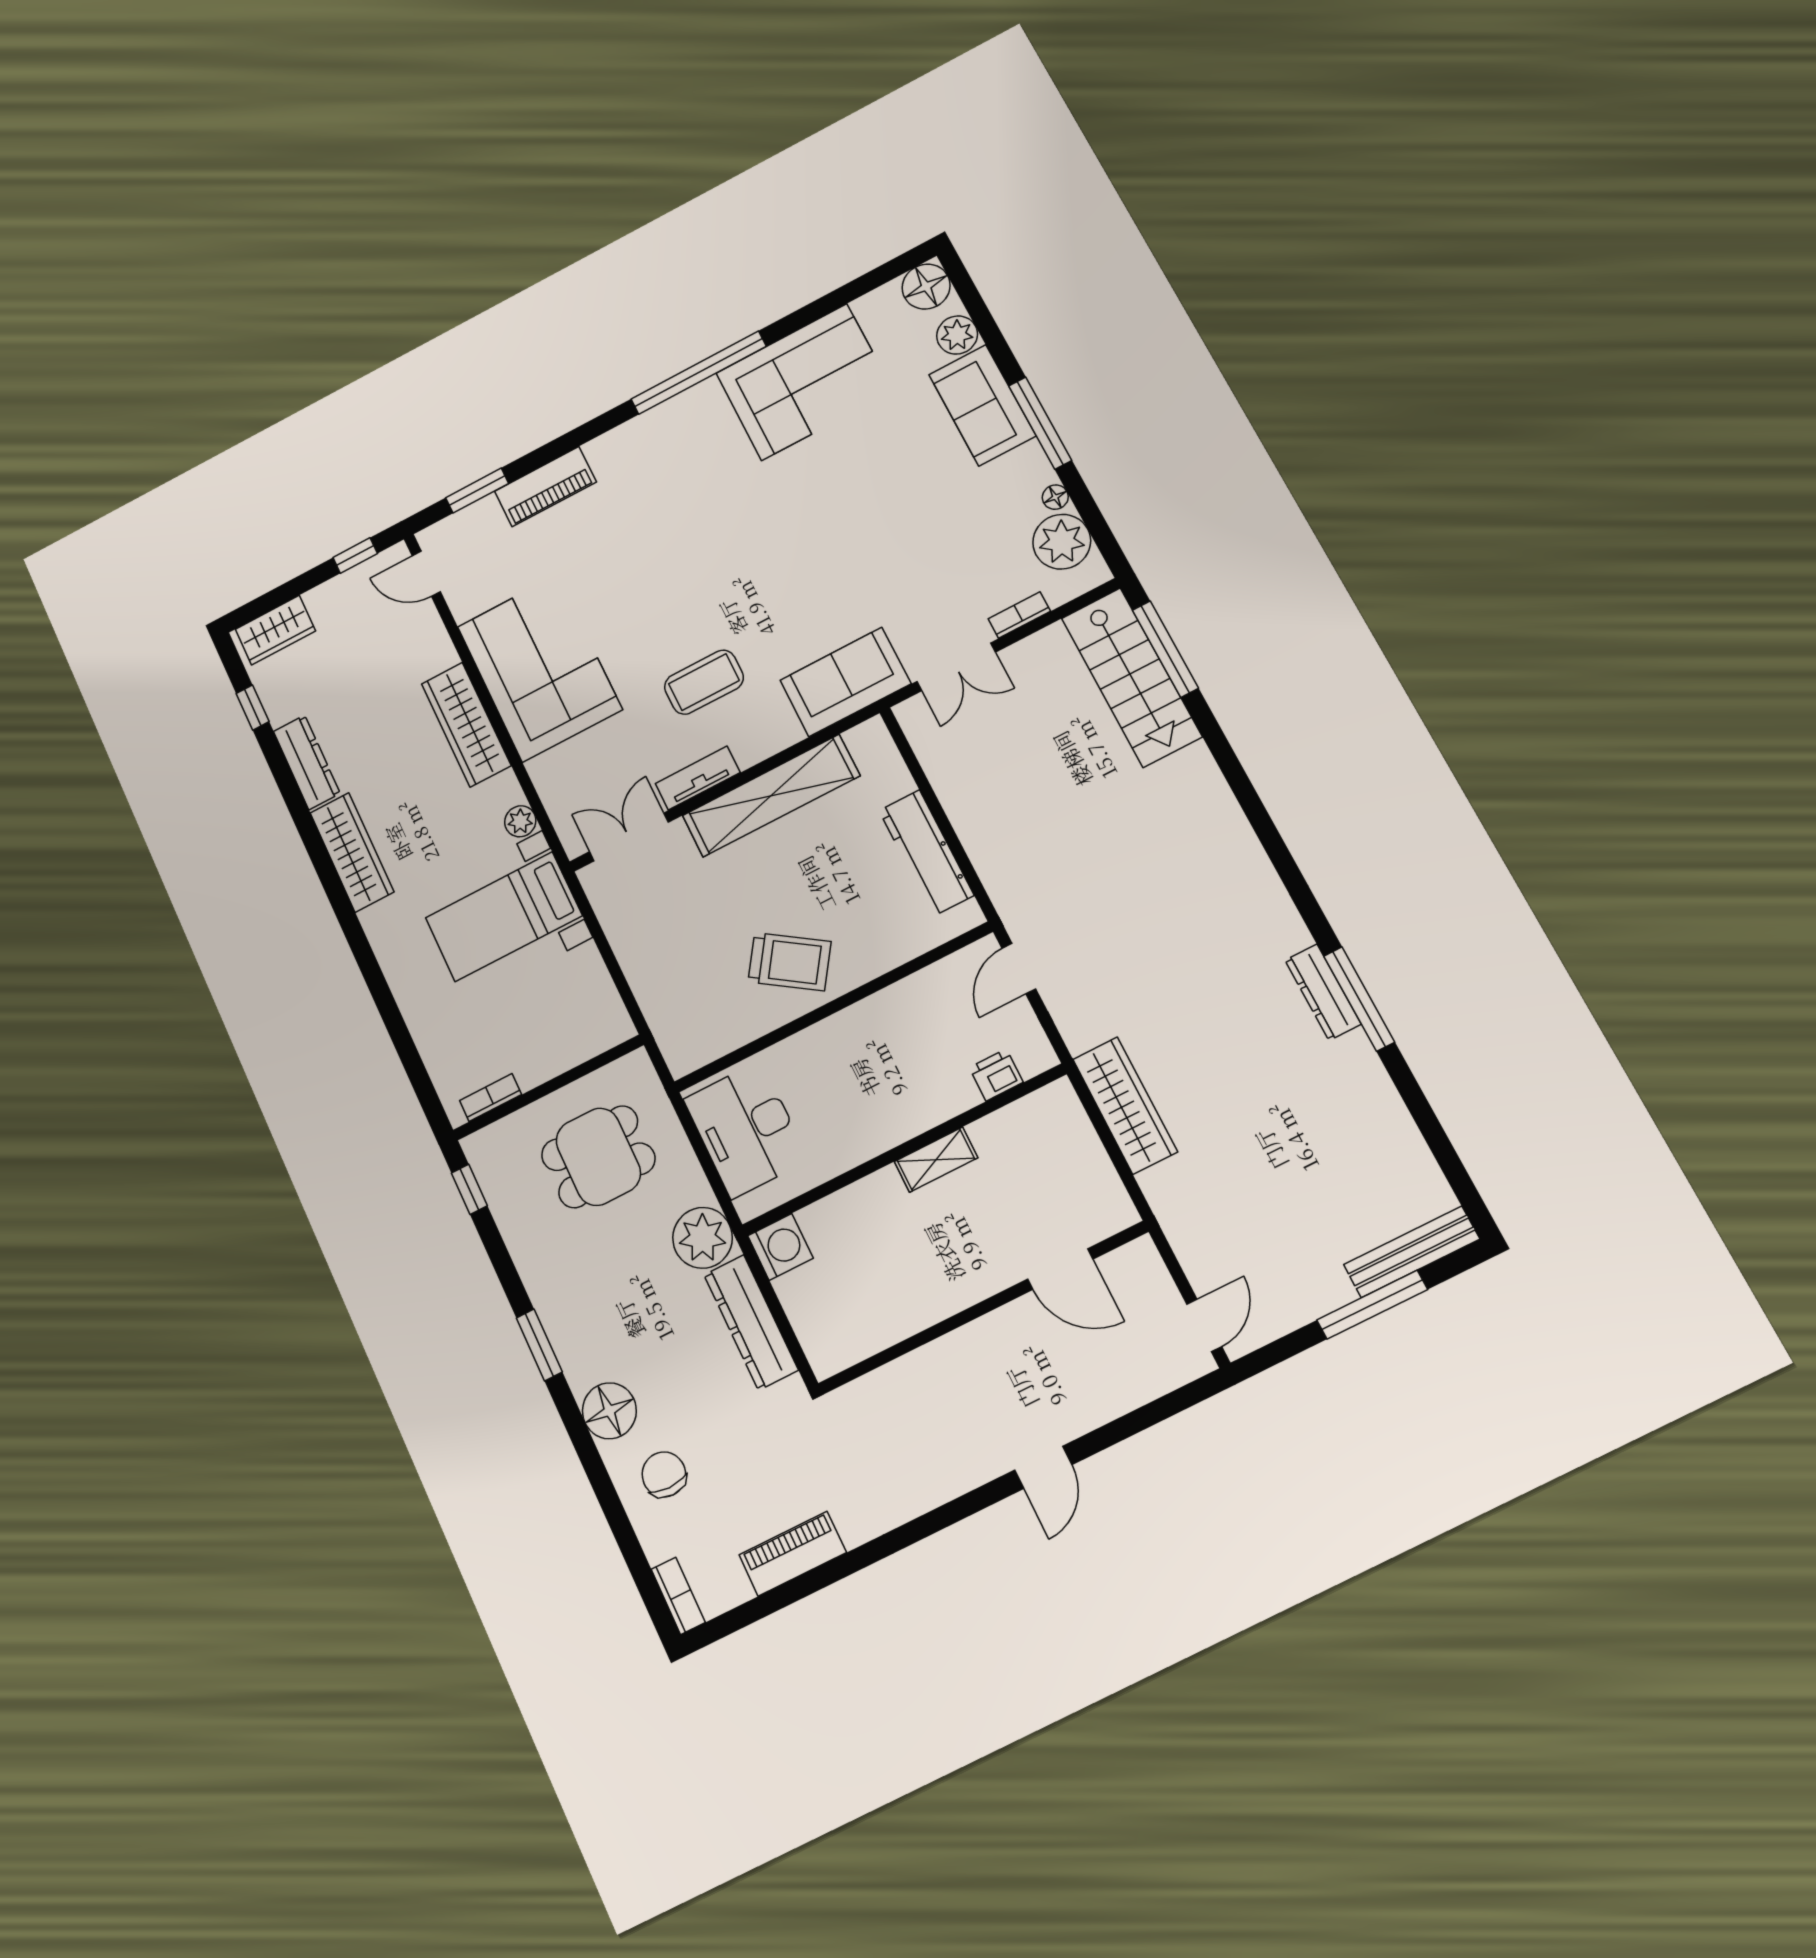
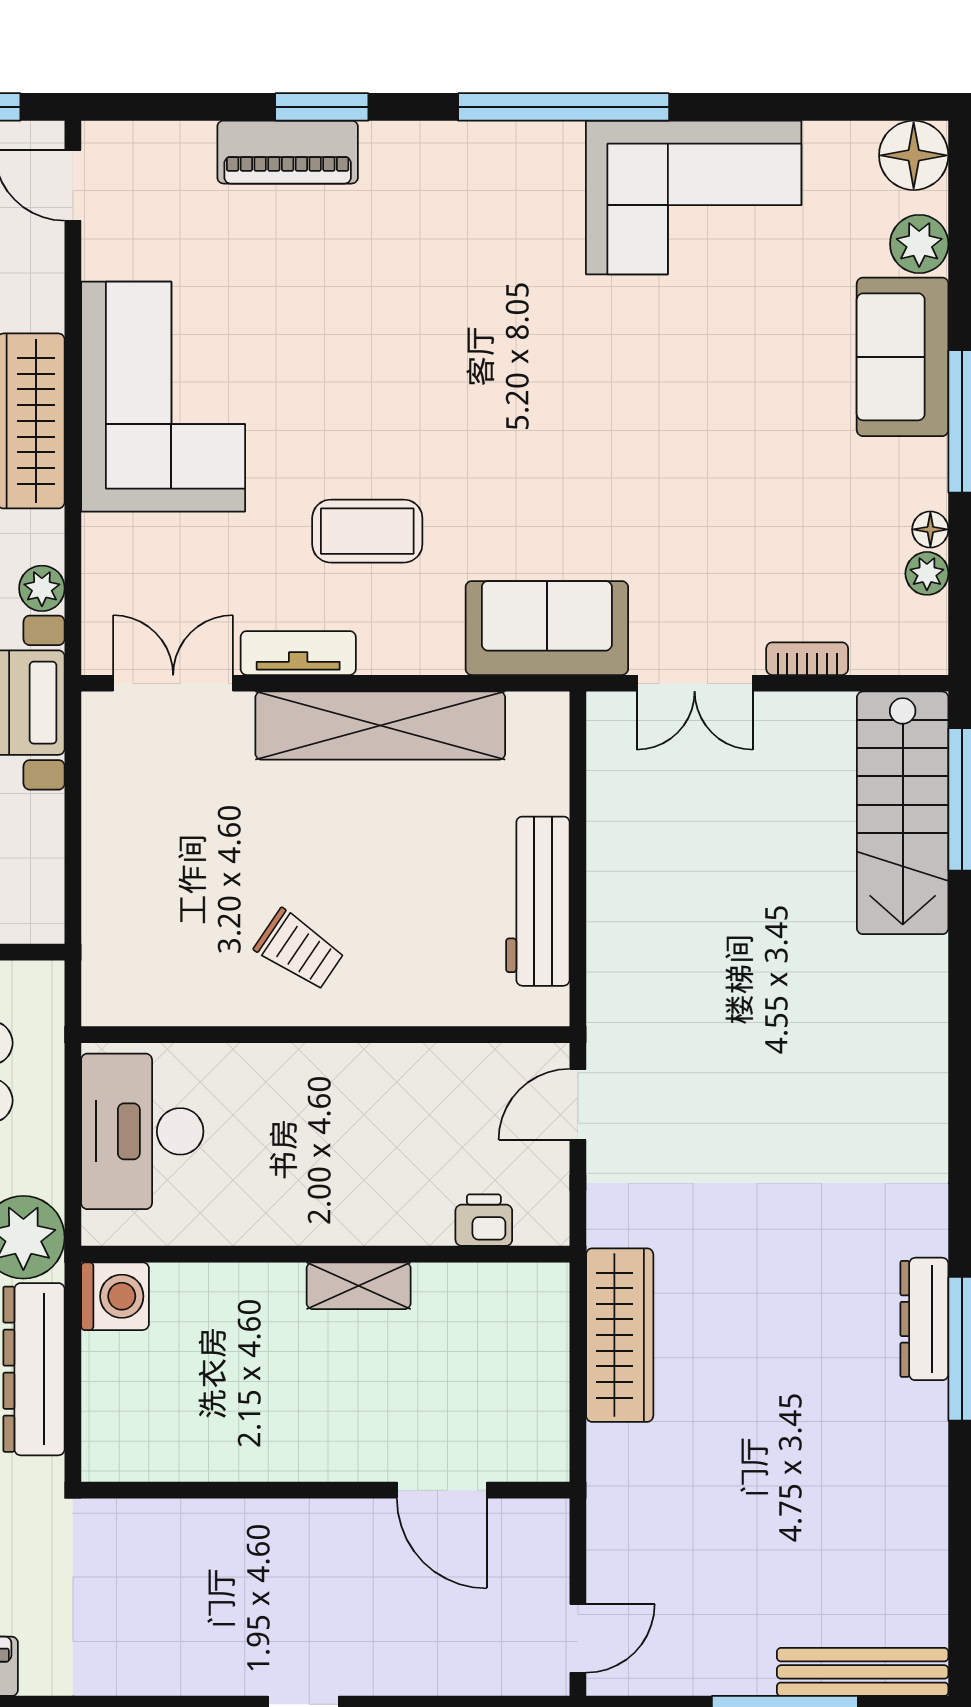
window: (477, 491) -> (322, 107), moved
plant: (1062, 542) -> (927, 573), width x0.53, depth x0.53
trolley: (789, 962) -> (299, 950), width x0.73, depth x0.72

